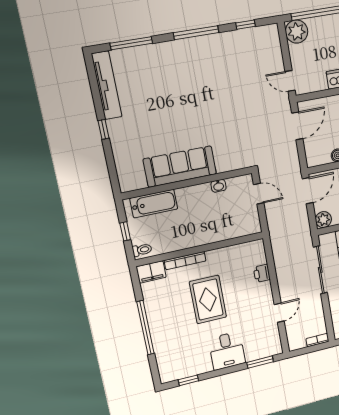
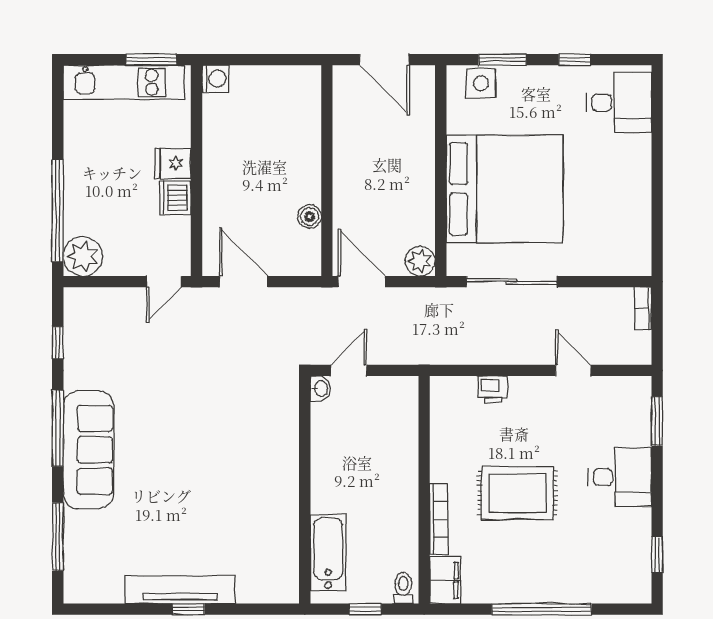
tv unit: (107, 85) -> (180, 590), moved
sofa: (180, 167) -> (88, 450), moved, turned 180
washbasin: (218, 186) -> (320, 389), moved

